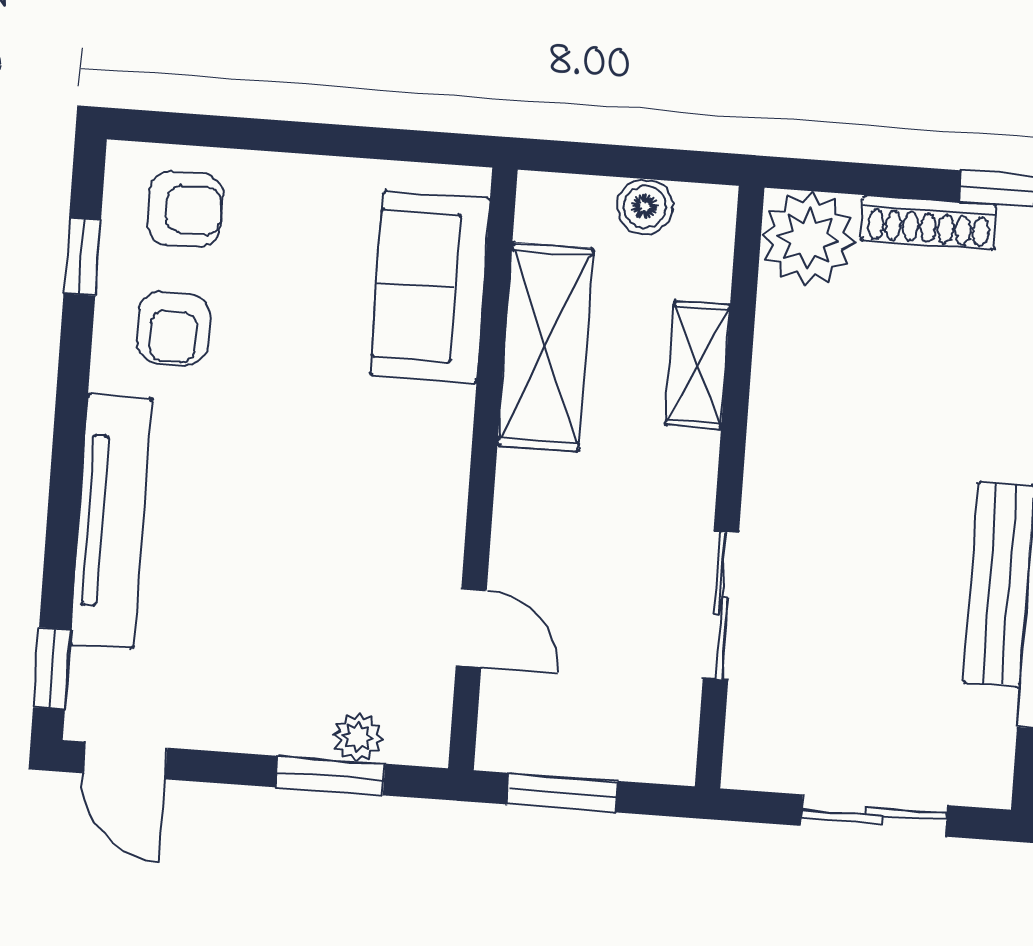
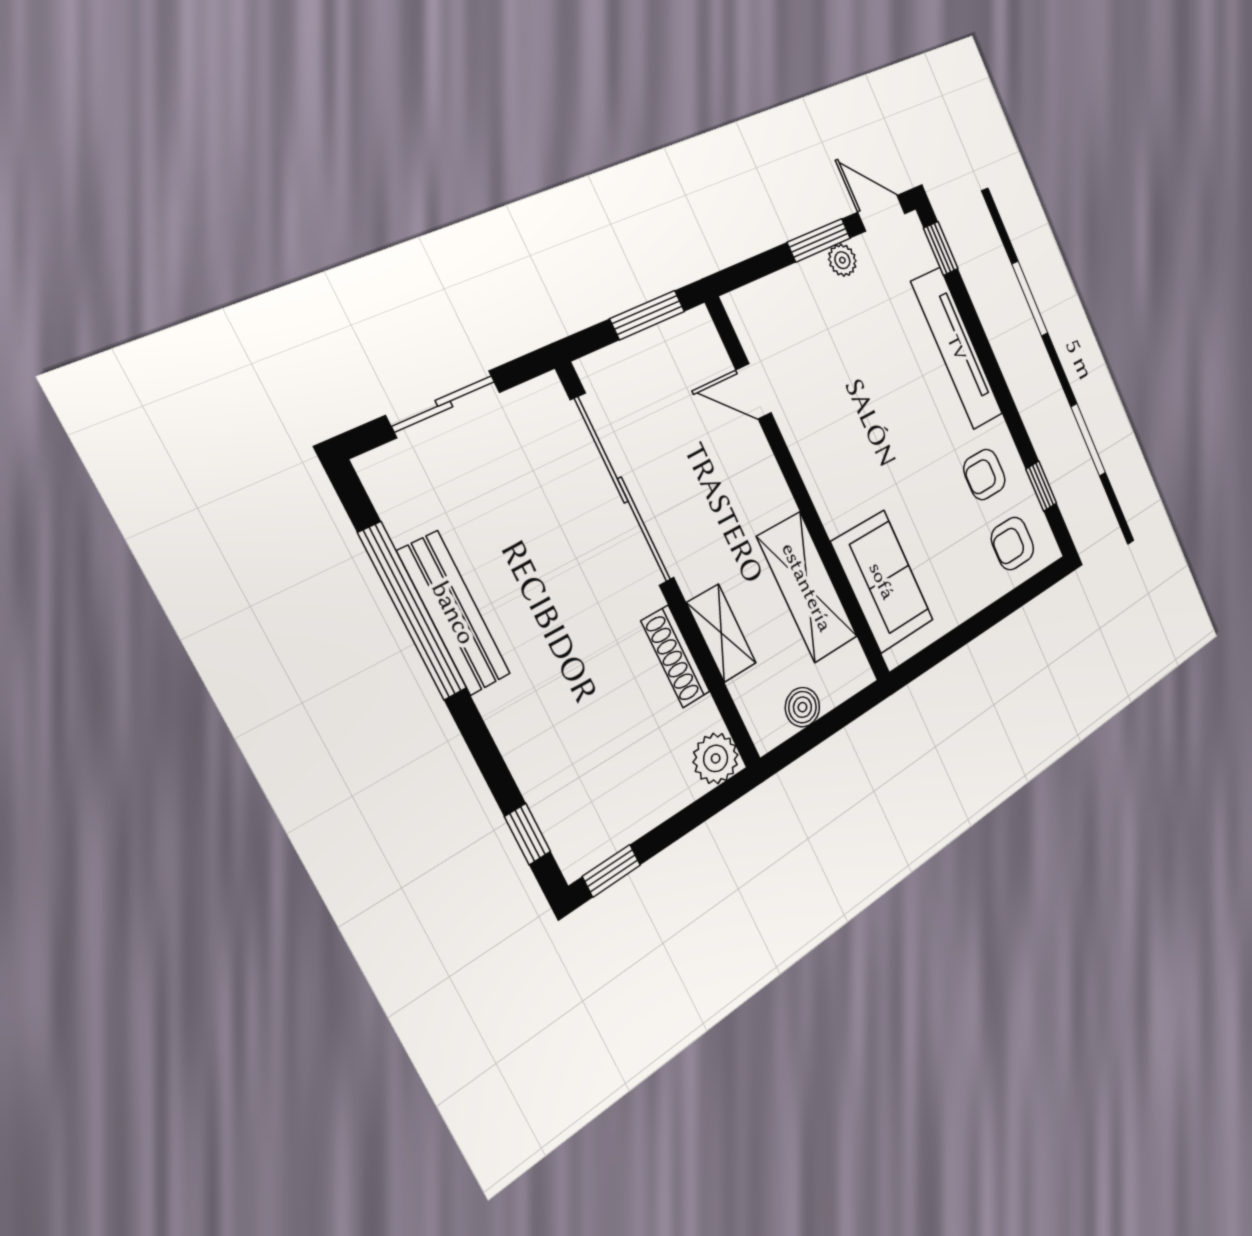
shoe rack: (929, 222) -> (676, 656), moved, turned -90
plant: (808, 238) -> (716, 758), width x0.73, depth x0.73
armchair: (173, 329) -> (984, 475), turned -90
sliding door: (721, 606) -> (623, 490), width x1.86
plant: (358, 737) -> (842, 260), moved
window: (330, 776) -> (819, 240), moved

